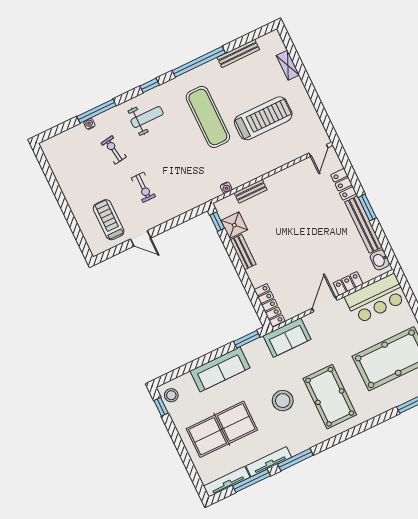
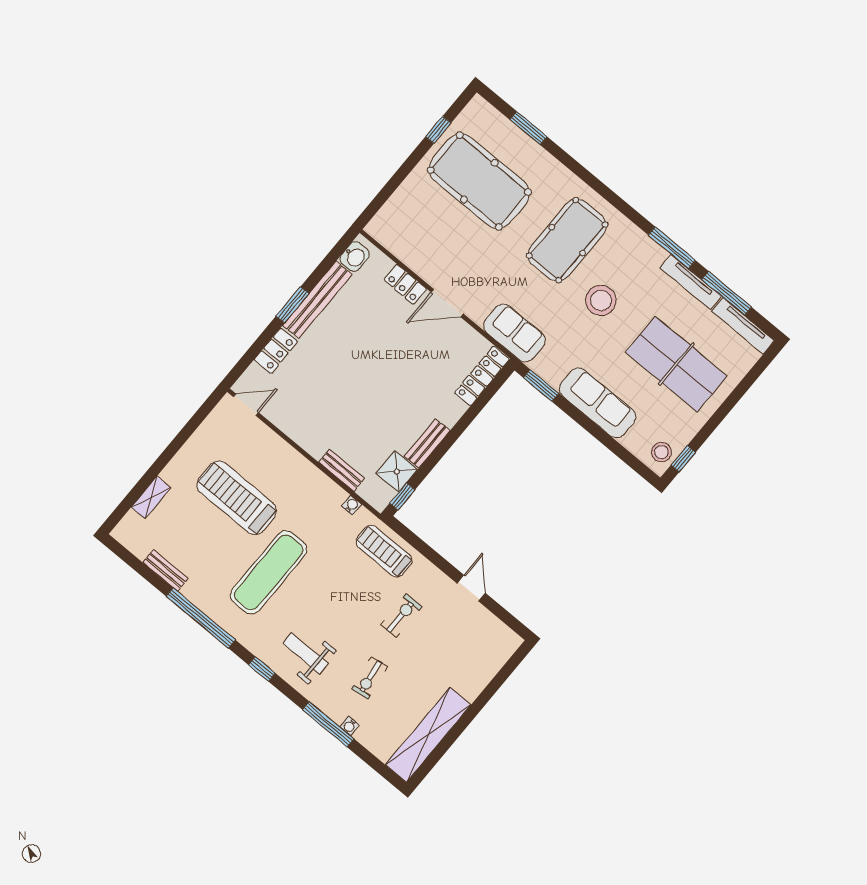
bench: (238, 53) -> (165, 570), width x0.73
shelving: (62, 170) -> (428, 735), added
treadmill: (109, 220) -> (384, 551), moved, turned 90
bar counter: (376, 299) -> (408, 238), removed

